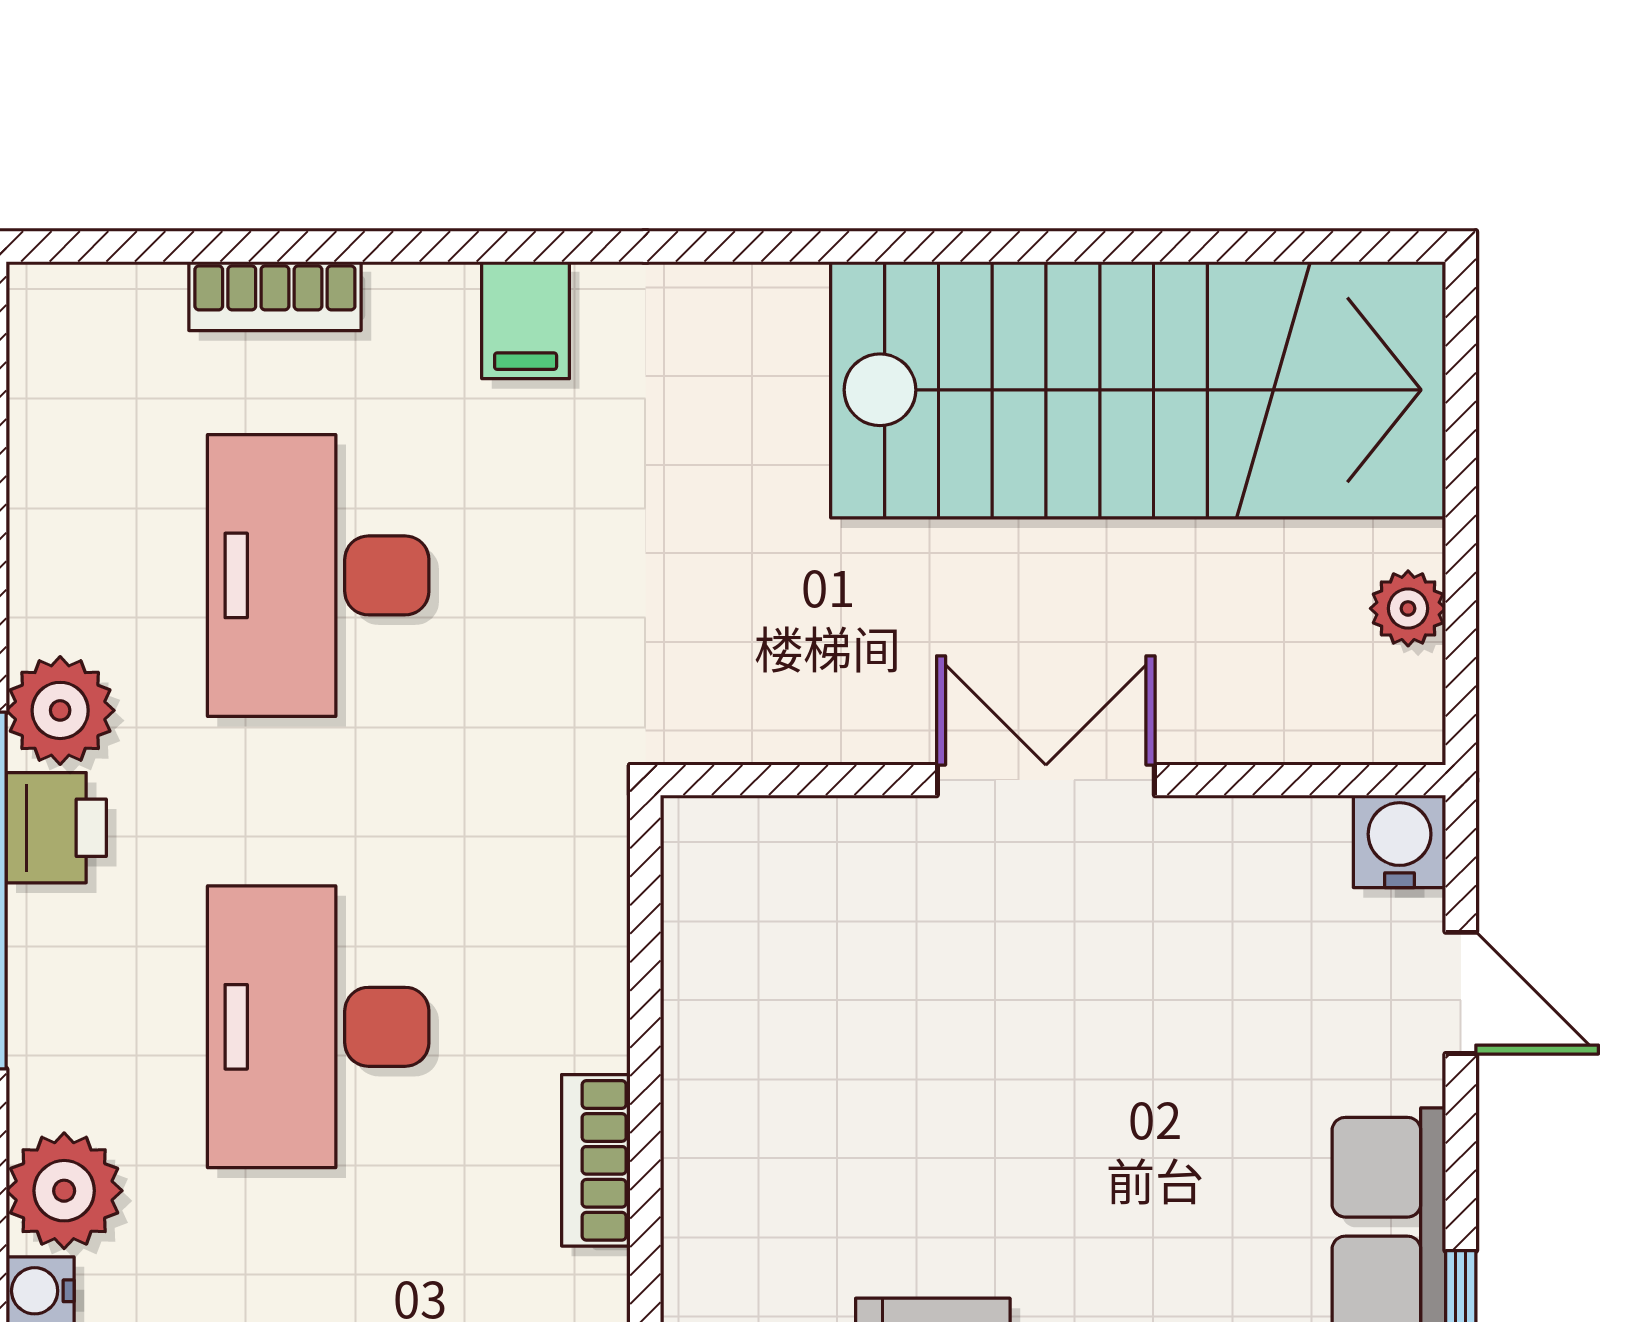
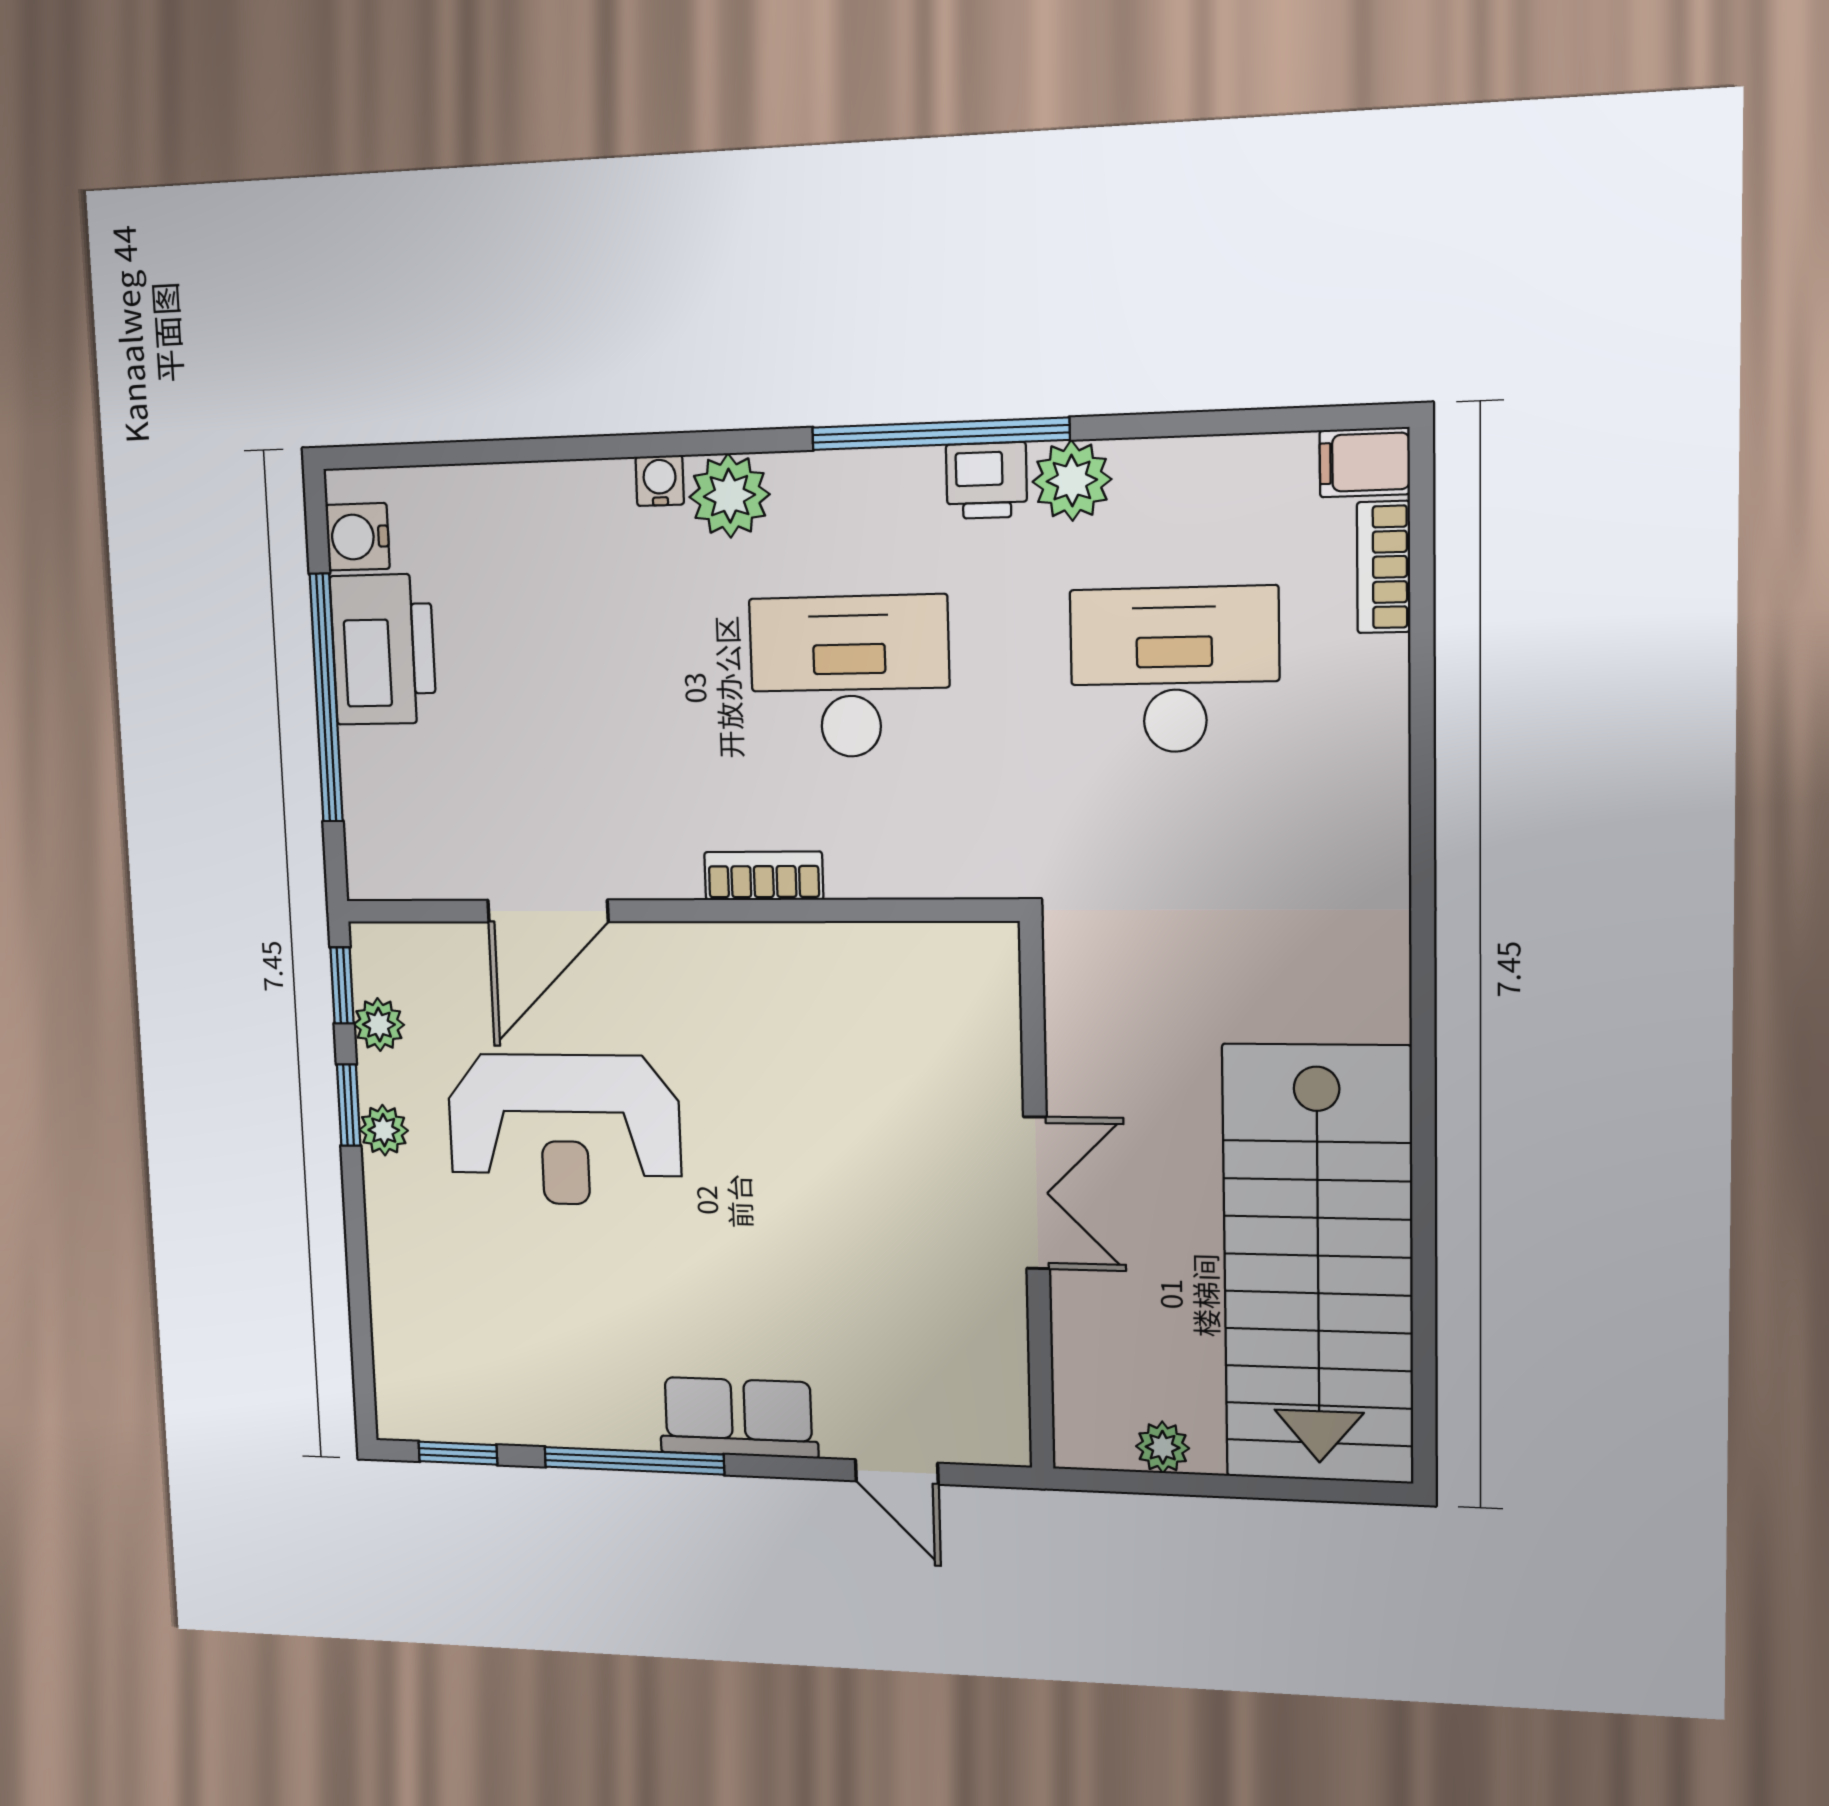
bookcase: (275, 296) -> (1384, 567), moved
filing cabinet: (526, 320) -> (1365, 462), moved
water cooler: (1400, 841) -> (999, 1435), removed
door: (1461, 993) -> (897, 1472), hinge flipped

